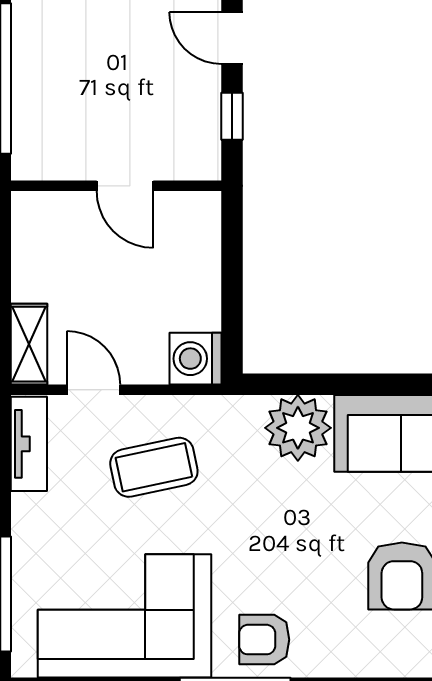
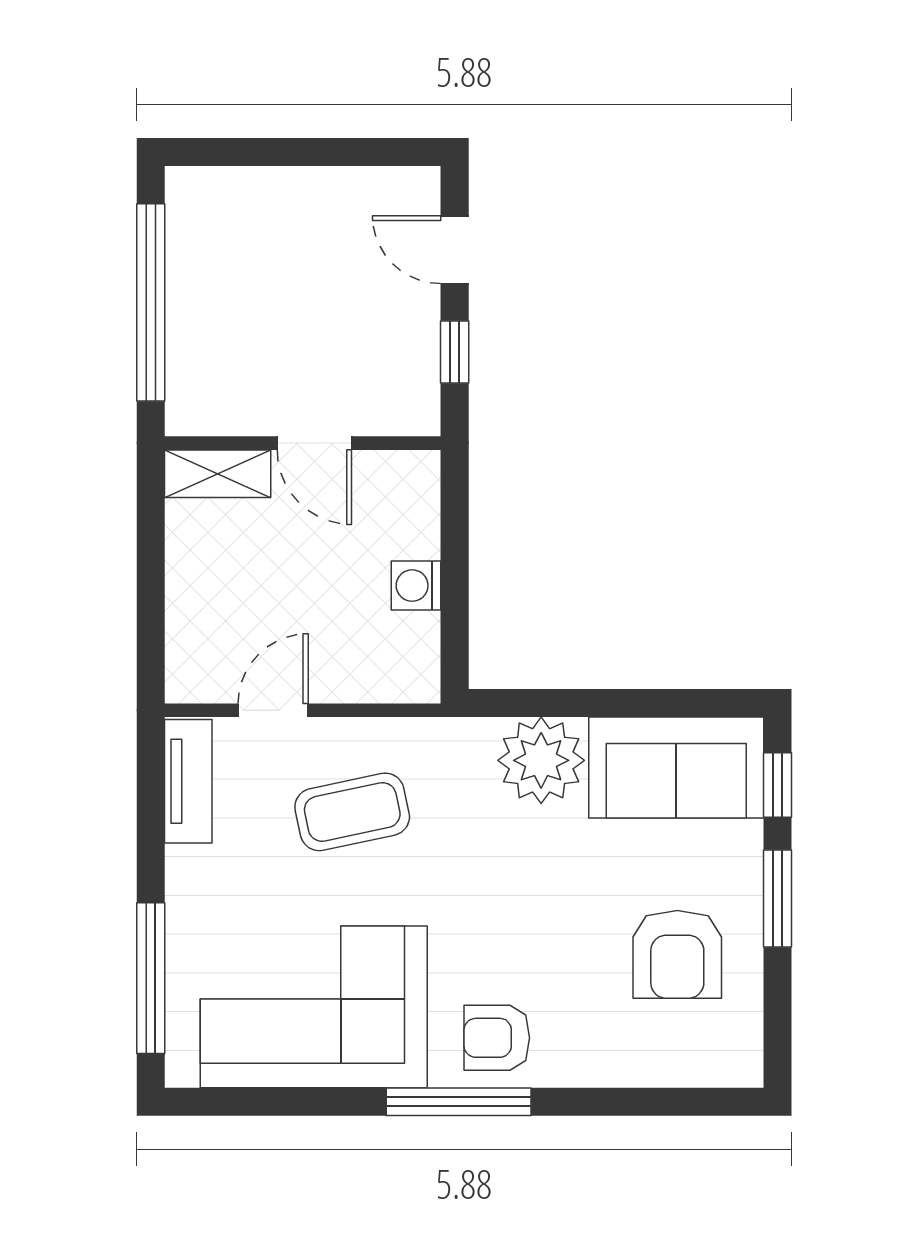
shelving: (29, 344) -> (218, 474), moved, turned 90
washing machine: (195, 359) -> (416, 586), moved, width x0.73, depth x0.73
door: (94, 390) -> (273, 710), hinge flipped

